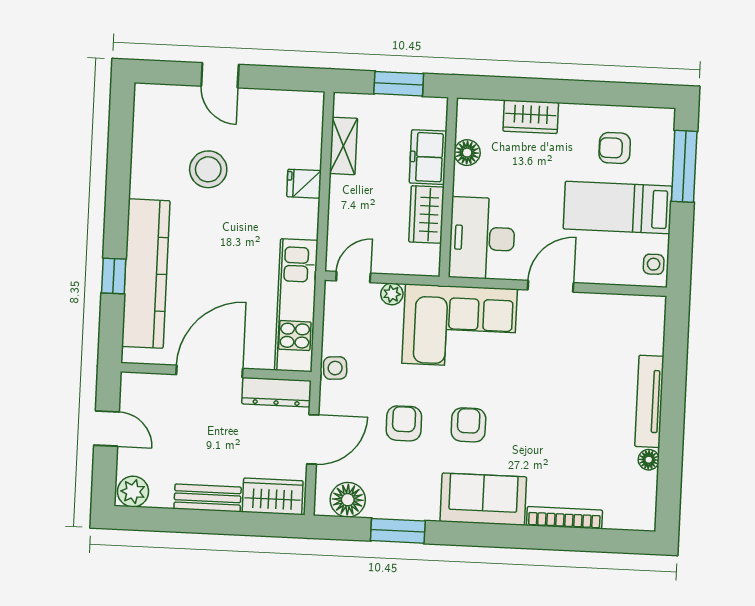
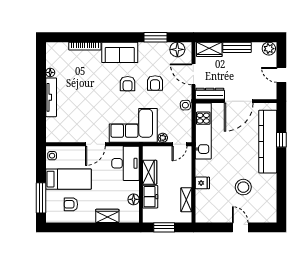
armchair: (615, 148) -> (71, 204), turned 180
door: (313, 439) -> (193, 74), hinge flipped

